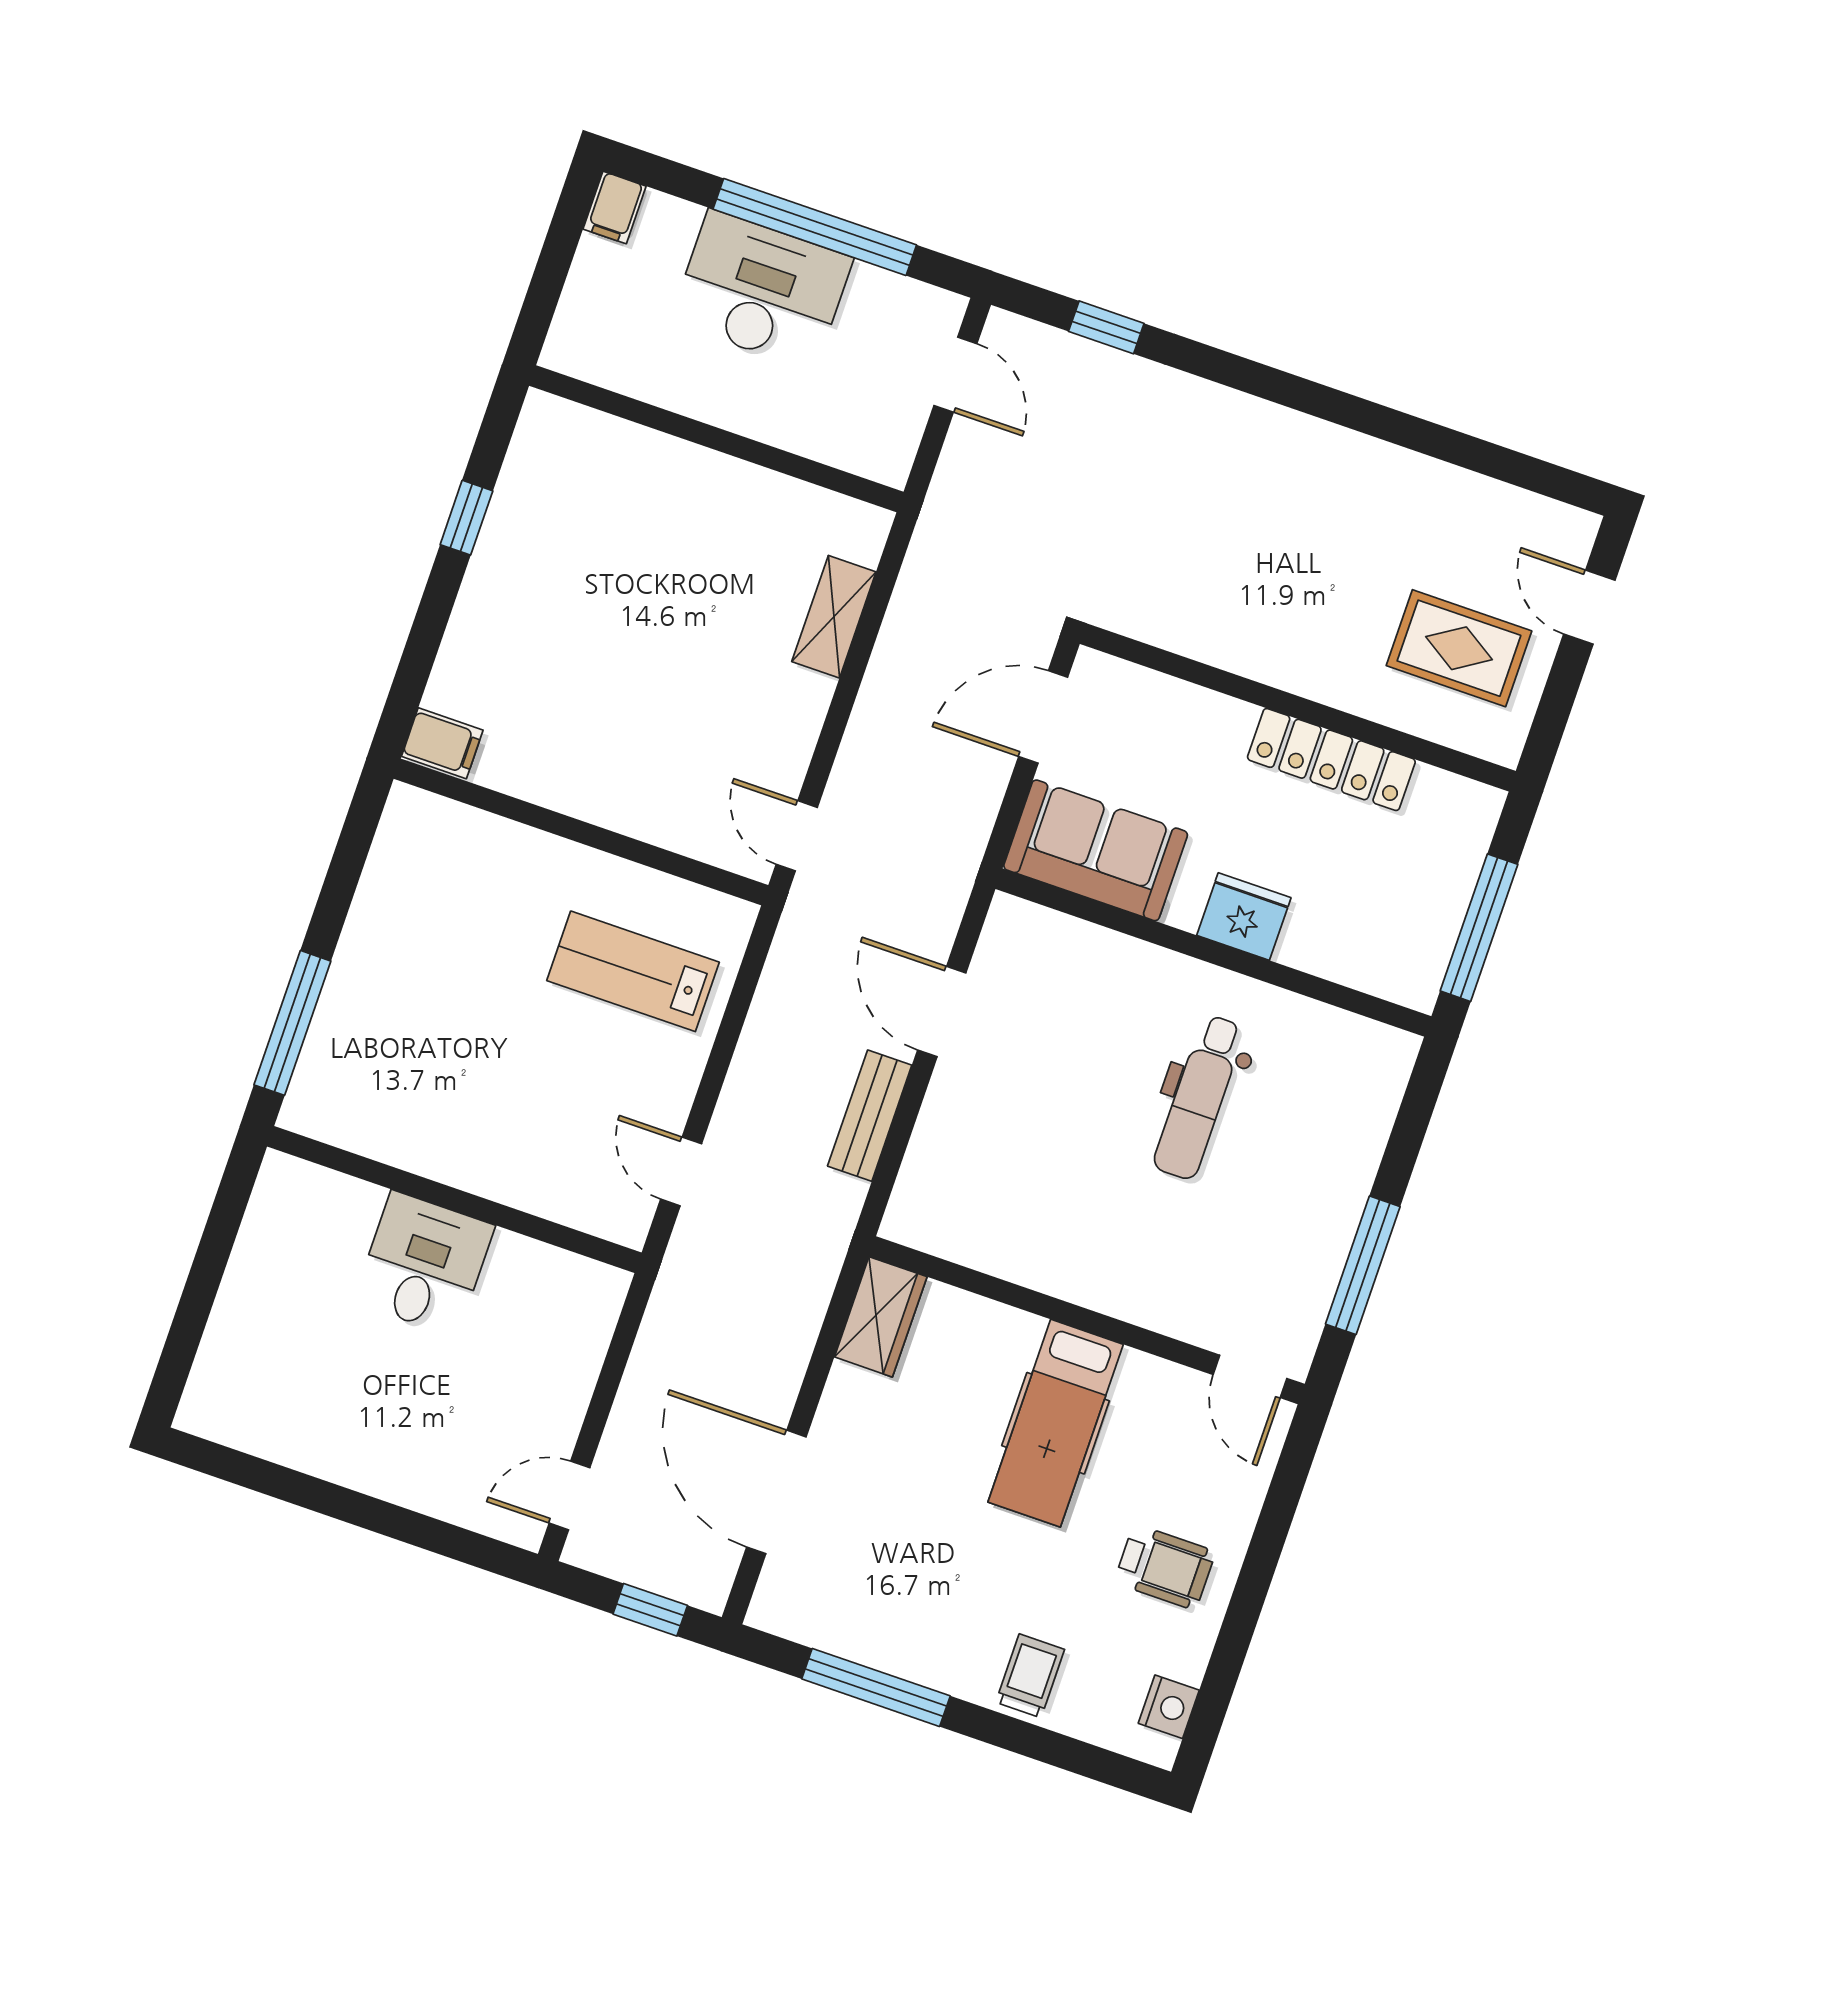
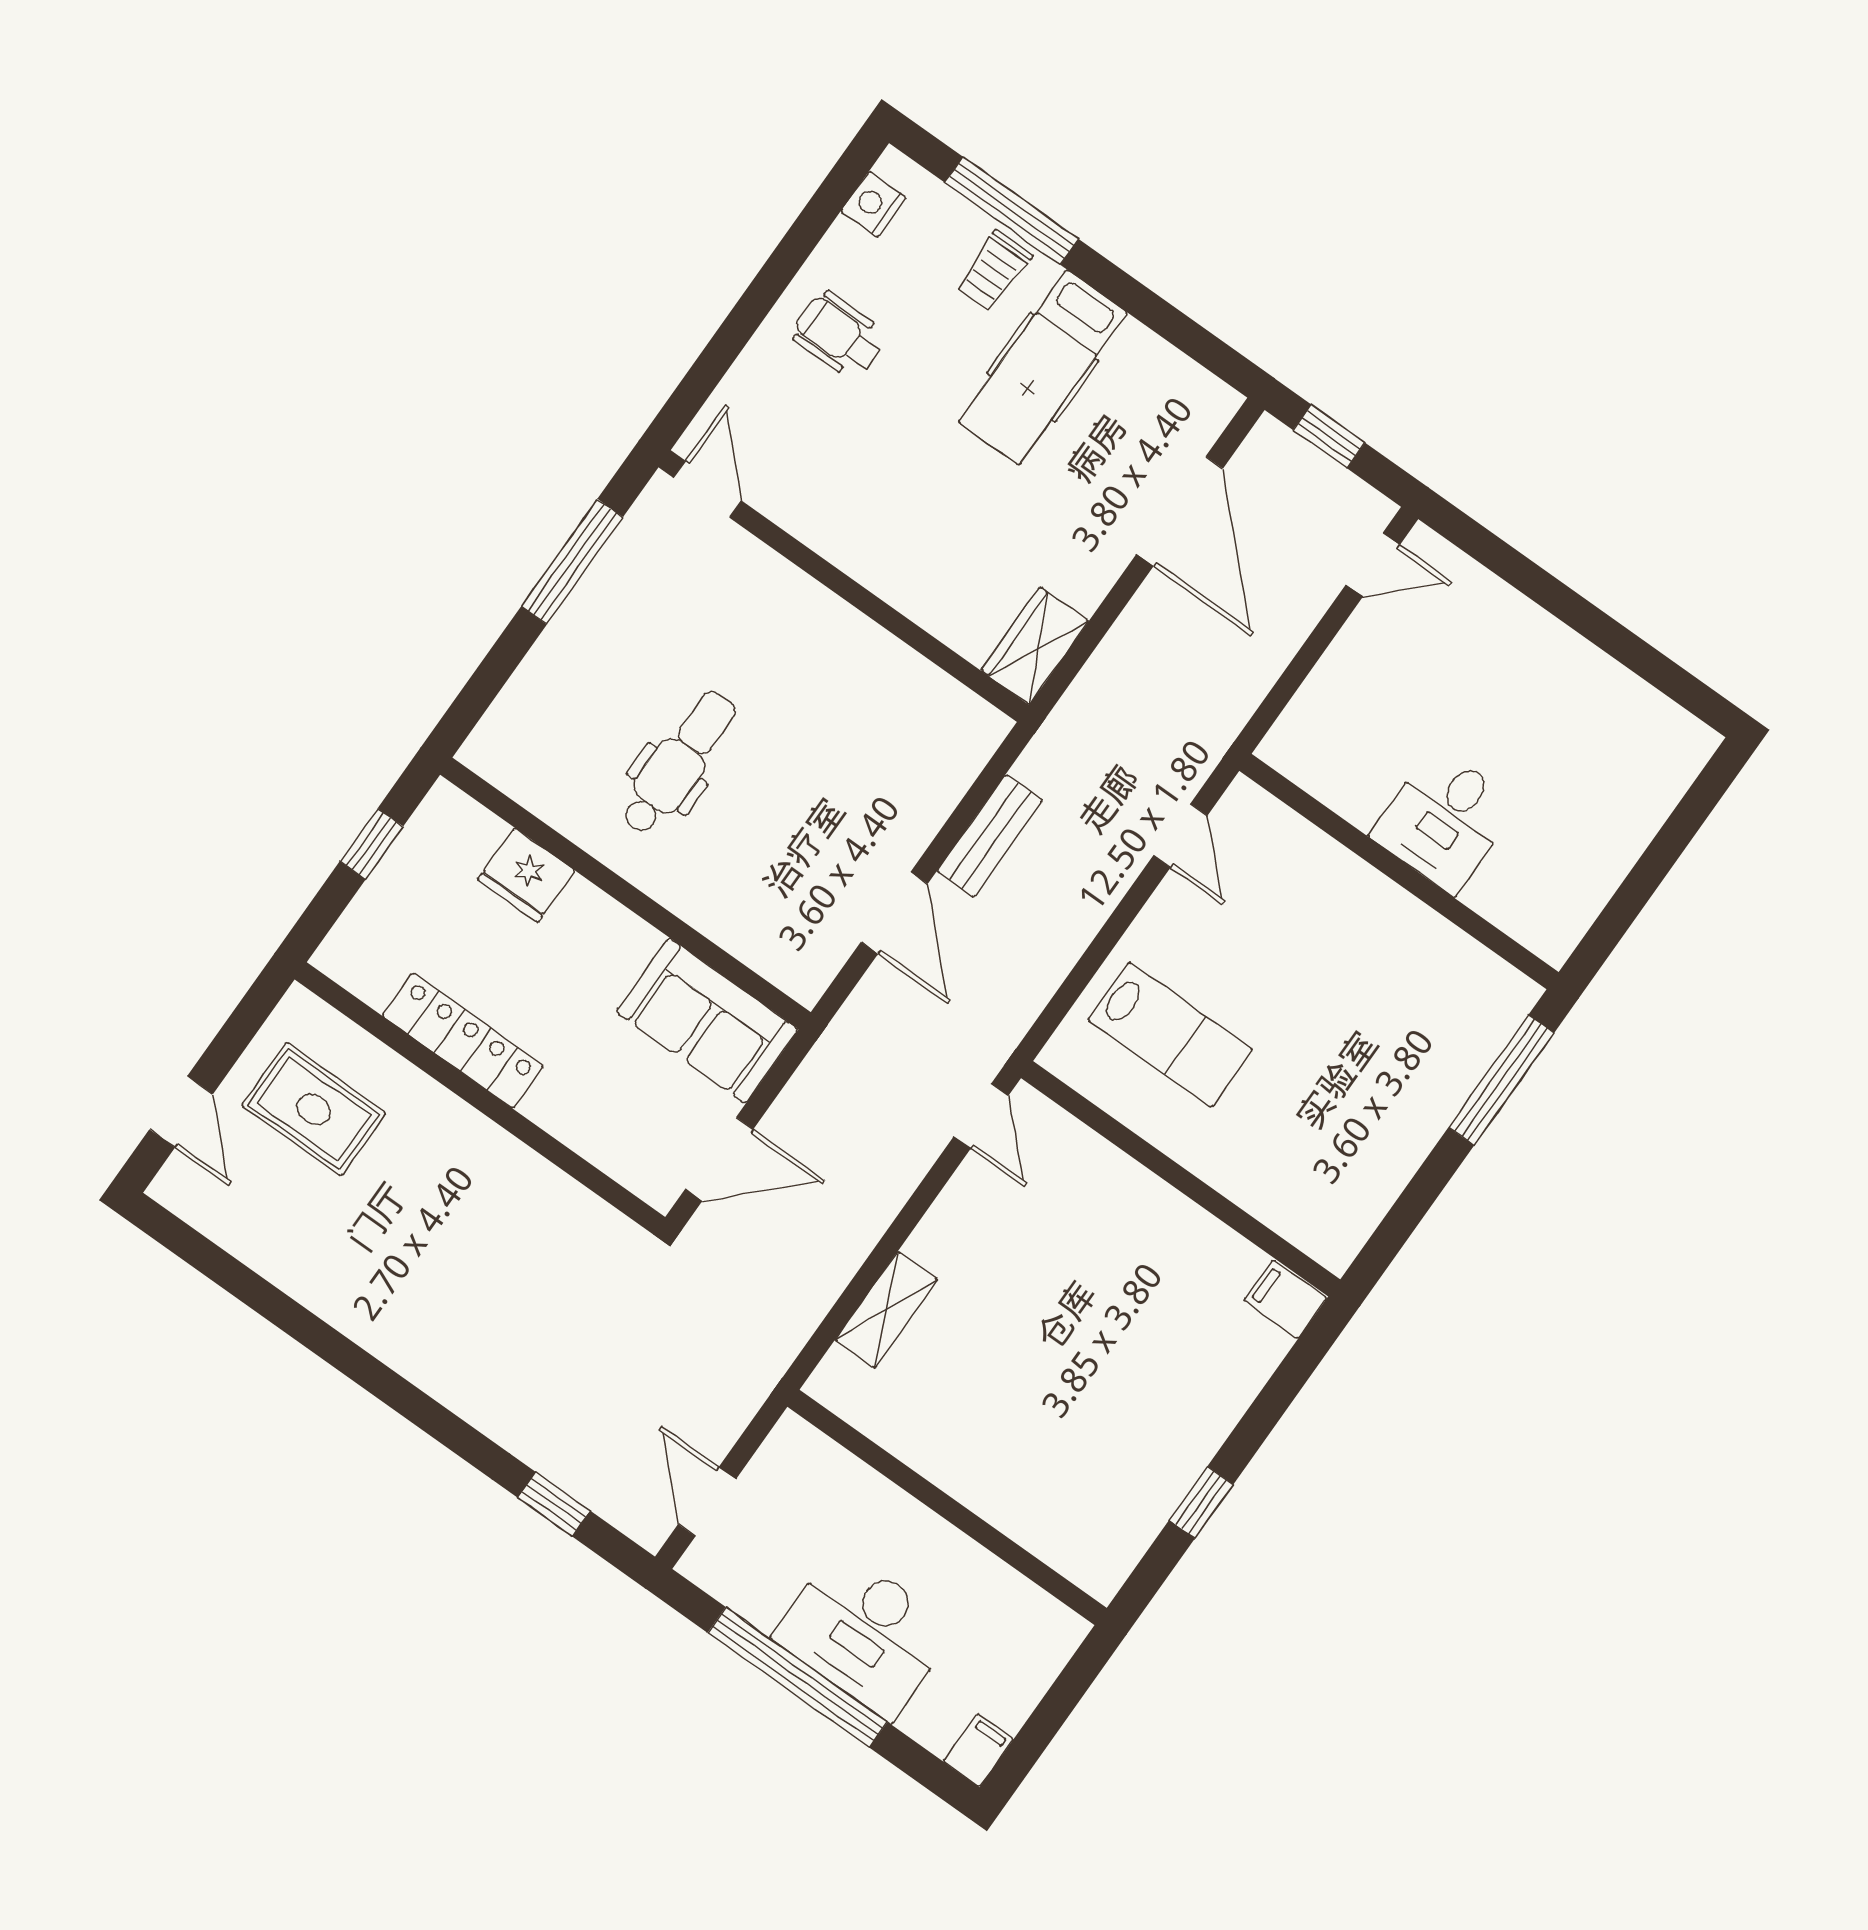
fridge: (1244, 917) -> (526, 875), moved
window: (1479, 928) -> (372, 844), width x0.46
hospital bed: (1056, 1423) -> (1043, 367), moved, turned 180
window: (876, 1687) -> (1012, 211), moved

